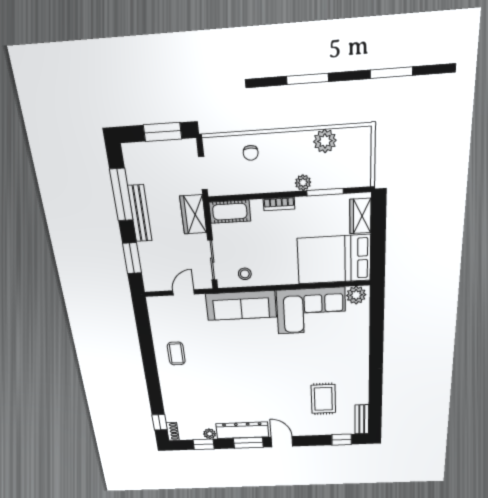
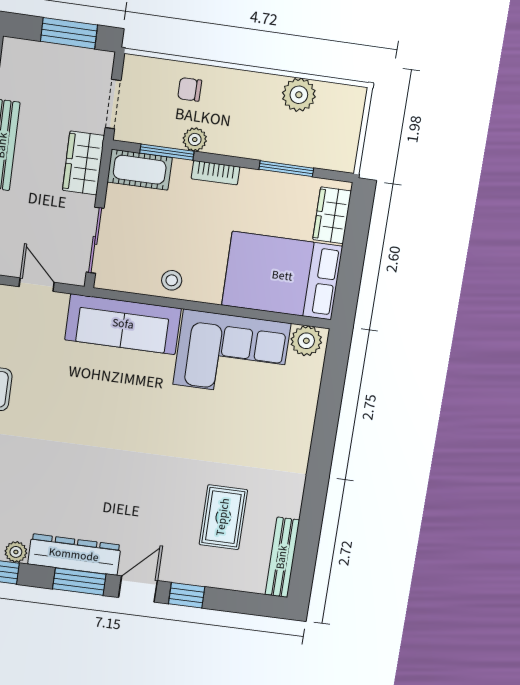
chair: (251, 153) -> (190, 89), turned 90
plant: (303, 183) -> (195, 139), moved
window: (245, 197) -> (167, 152), added
stool: (245, 274) -> (172, 280), moved
door: (184, 292) -> (37, 285), hinge flipped
bench: (362, 419) -> (282, 557), width x1.36
window: (342, 440) -> (187, 595), moved
door: (282, 442) -> (138, 589), hinge flipped

